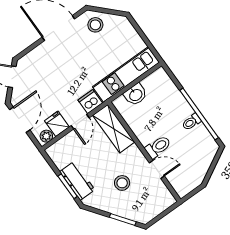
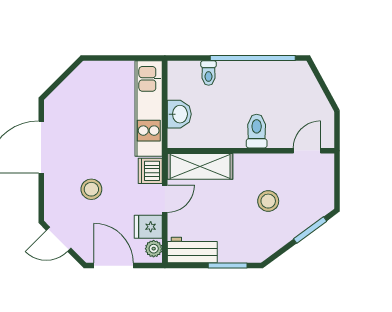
stool: (95, 25) -> (91, 189), moved
door: (80, 122) -> (165, 199), hinge flipped
toilet: (191, 122) -> (209, 73), moved
door: (157, 169) -> (307, 151), moved
workbench: (77, 181) -> (192, 250), moved

